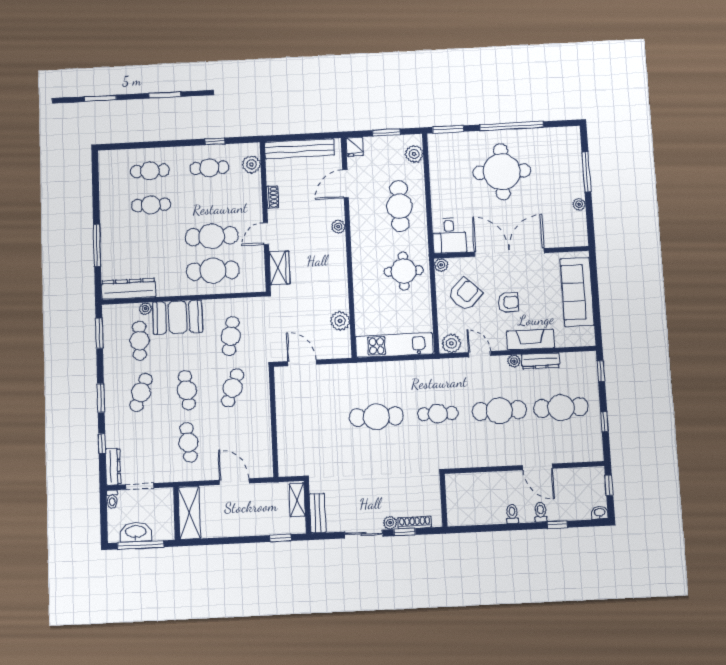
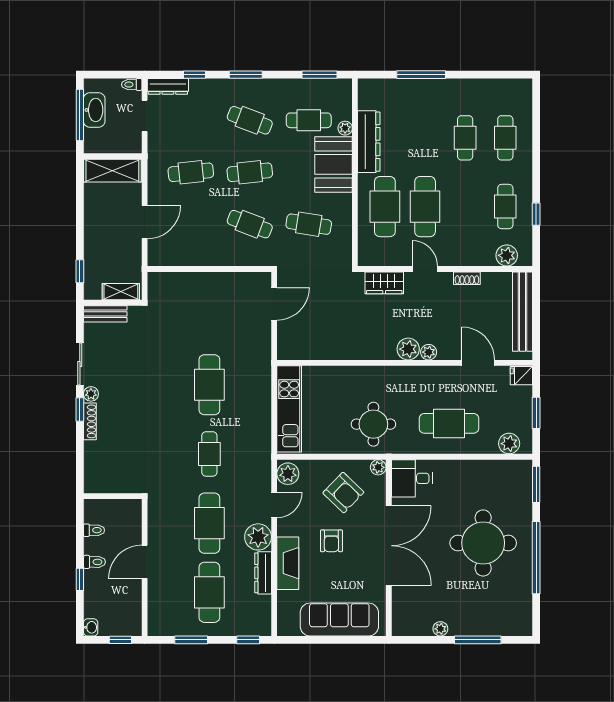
dresser: (128, 289) -> (369, 142), moved
plant: (340, 321) -> (408, 349), moved
plant: (514, 361) -> (258, 537), width x1.87, depth x1.87
window: (604, 422) -> (191, 640), width x1.50
wall: (444, 500) -> (113, 496), moved

